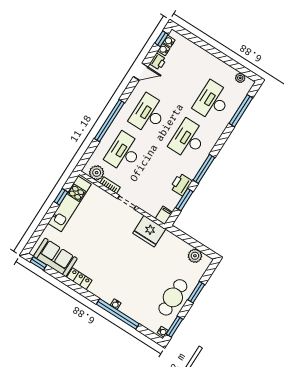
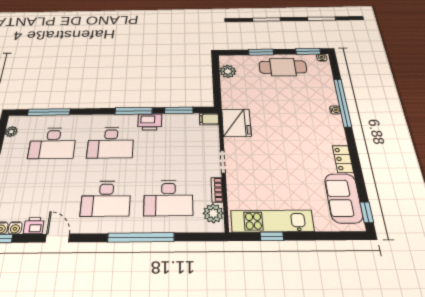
printer: (181, 184) -> (150, 122), moved

